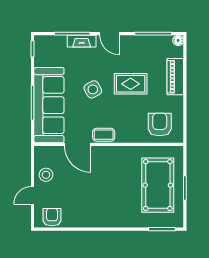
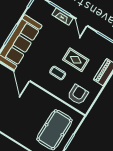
side table: (93, 89) -> (51, 49), removed
coffee table: (104, 135) -> (58, 73), moved

